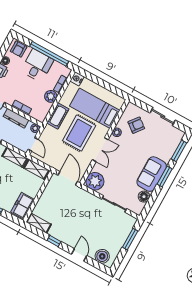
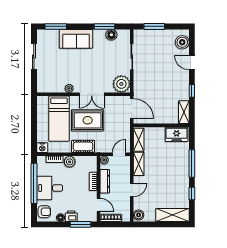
armchair: (136, 125) -> (54, 75), removed
double door: (100, 150) -> (92, 94), swing flipped
sofa: (152, 174) -> (76, 39), moved
window: (165, 176) -> (104, 26), moved
door: (68, 178) -> (132, 109), swing flipped
door: (79, 255) -> (192, 63), hinge flipped

